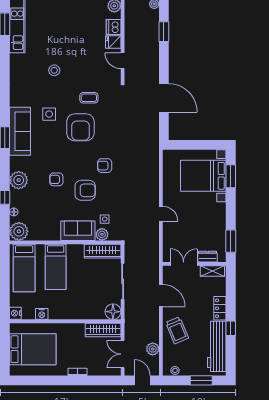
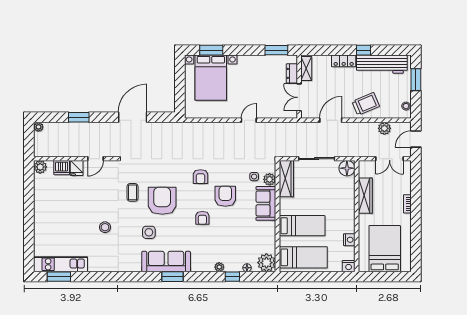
window: (164, 32) -> (79, 117), moved
armchair: (80, 127) -> (162, 201), turned -90
armchair: (56, 179) -> (202, 218), moved
plant: (19, 180) -> (219, 267), width x0.53, depth x0.53
wardrobe: (103, 330) -> (365, 196), moved

